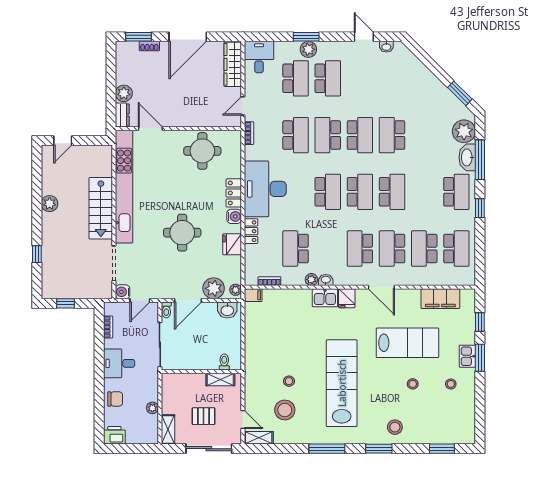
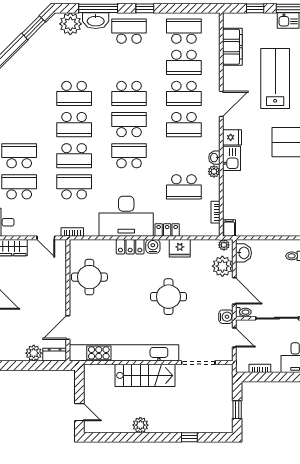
school desk: (360, 135) -> (74, 125), turned 180
school desk: (392, 192) -> (129, 93), turned 180
water cooler: (123, 292) -> (226, 317), moved, turned -90

